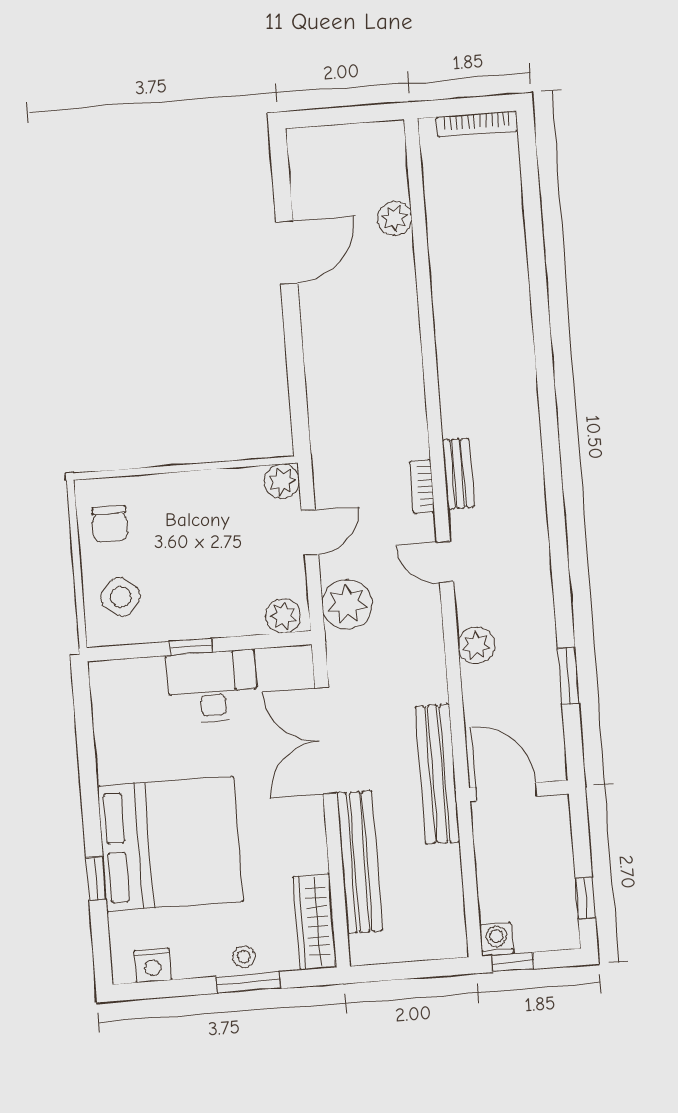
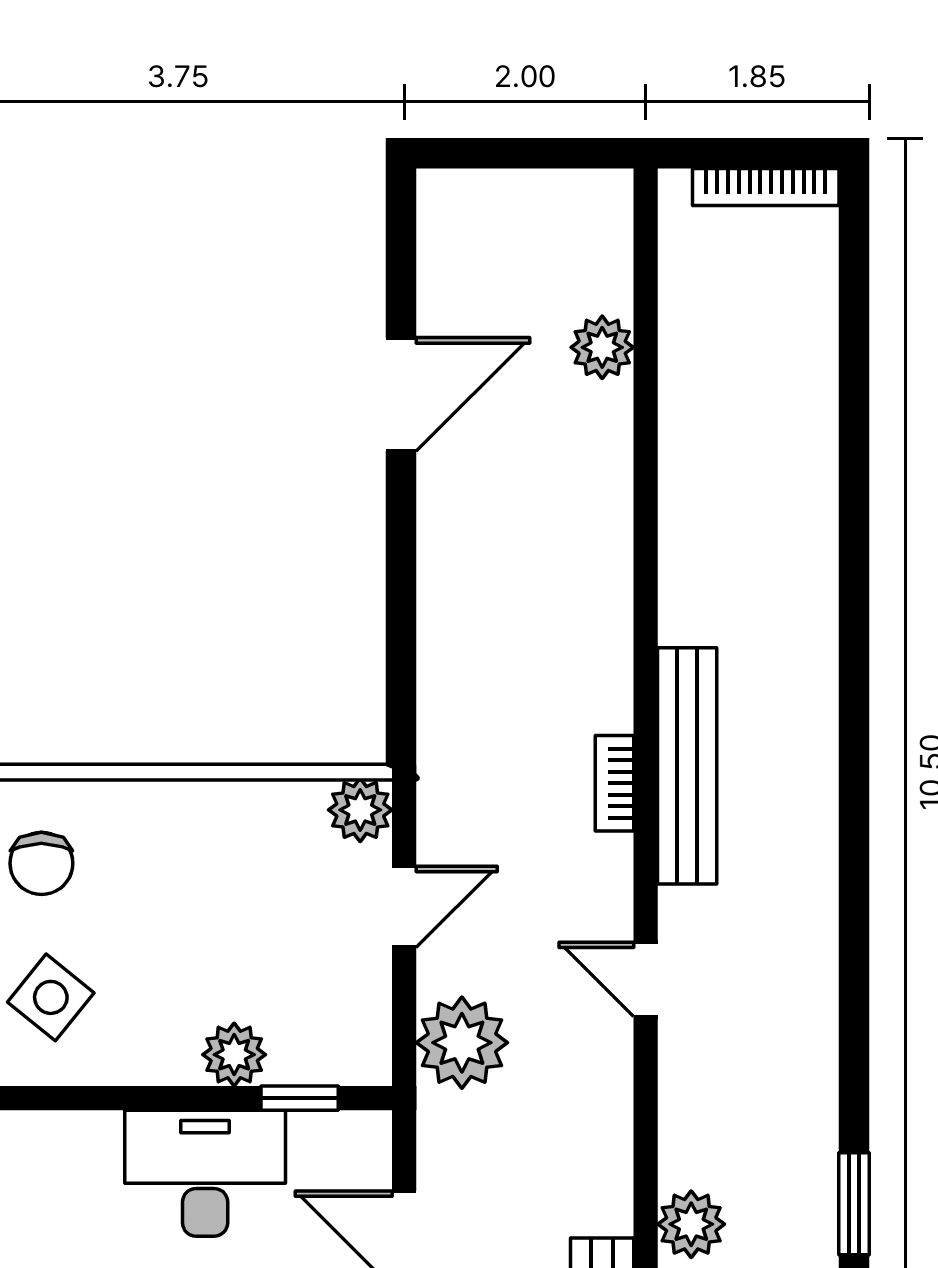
bench: (458, 474) -> (687, 766), width x1.86, depth x1.21
bookcase: (422, 487) -> (614, 783), moved
plant: (283, 616) -> (234, 1055), moved
plant: (476, 645) -> (691, 1224), moved
window: (191, 647) -> (300, 1098), moved

